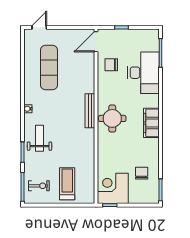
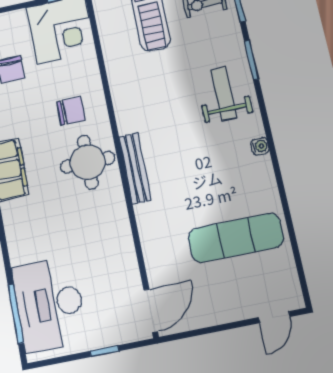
chair: (111, 65) -> (71, 111), moved
exercise mat: (49, 68) -> (236, 238), turned 90
desk: (143, 73) -> (50, 304), moved
weight bench: (39, 138) -> (224, 94), turned 180

